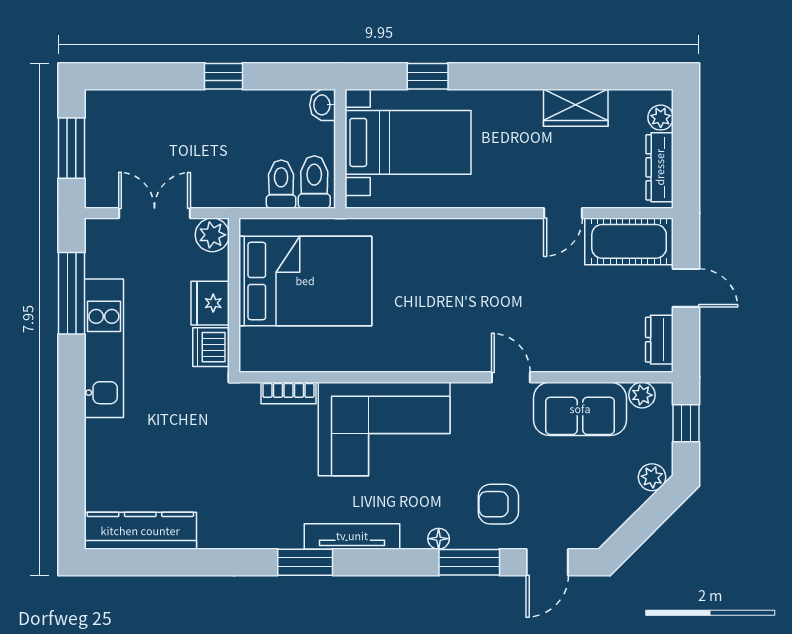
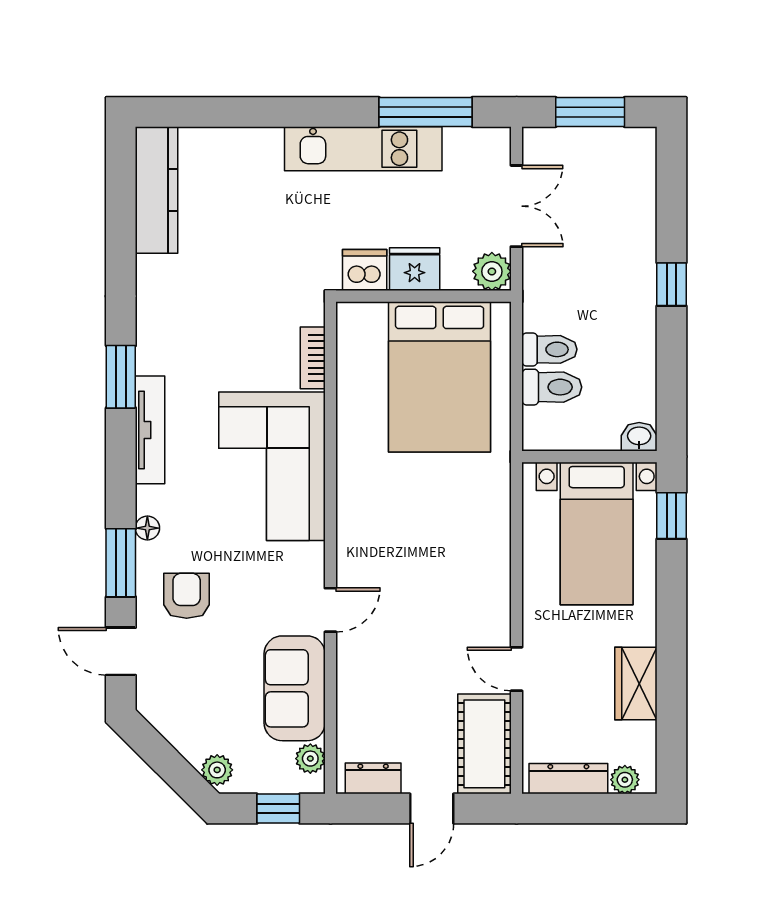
washbasin: (323, 105) -> (639, 437), moved
bed with nightstands: (408, 142) -> (597, 533), moved
wall: (340, 149) -> (589, 457), moved

